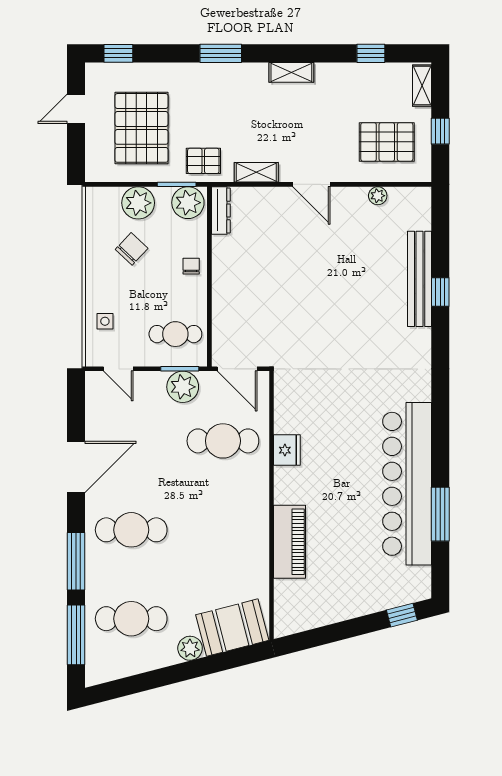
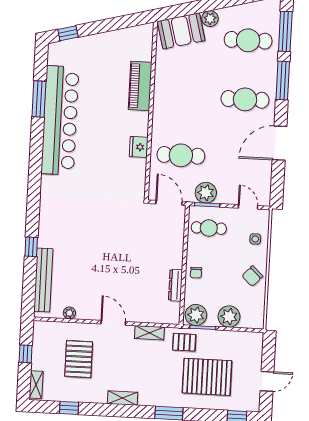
pallet: (142, 128) -> (207, 377), moved, turned 90
pallet: (387, 142) -> (79, 359), moved, turned 90
dresser: (221, 210) -> (175, 285), moved
chair: (132, 249) -> (252, 276), moved
bench: (420, 279) -> (43, 280), moved

